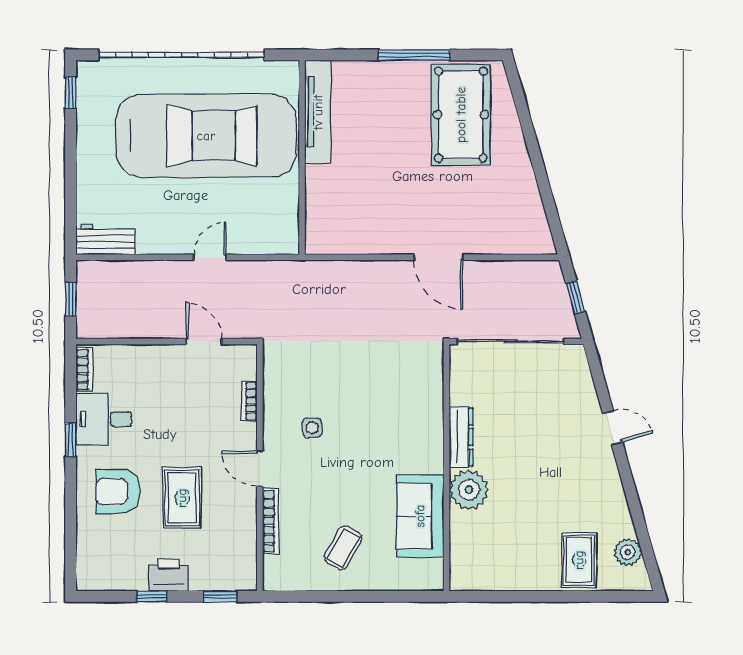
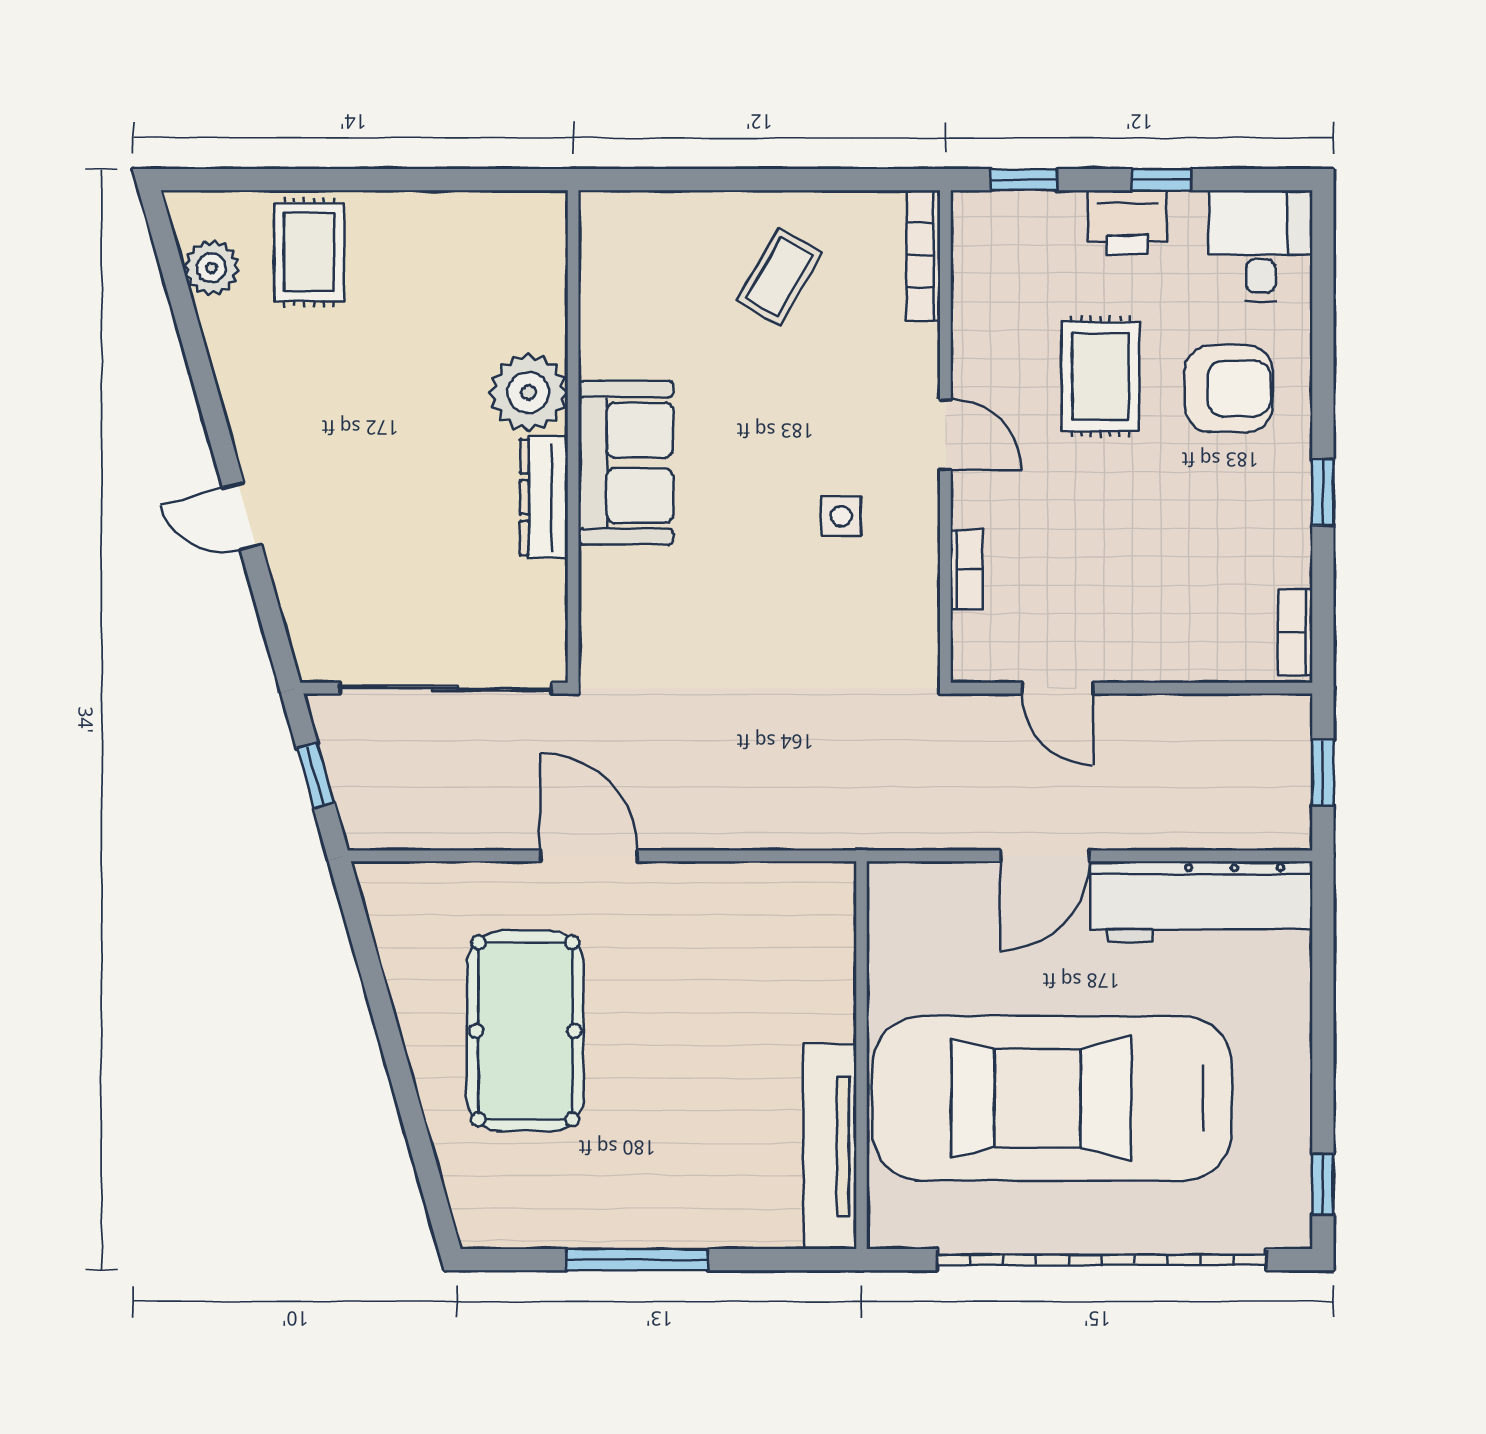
pool table: (461, 115) -> (525, 1031), moved
workbench: (106, 239) -> (1201, 902), width x1.88, depth x1.32
door: (210, 257) -> (1045, 856), width x1.38
desk: (104, 419) -> (1261, 246), moved, turned -90
sofa: (420, 516) -> (626, 463), moved
bookcase: (271, 521) -> (923, 255), moved

